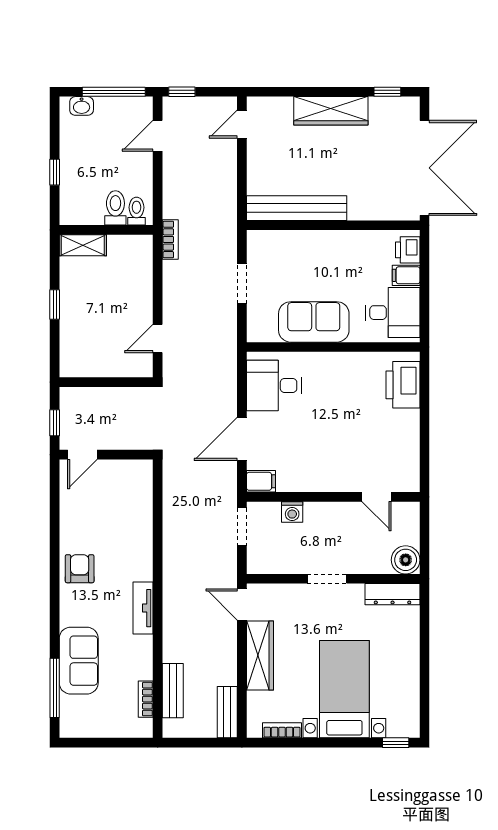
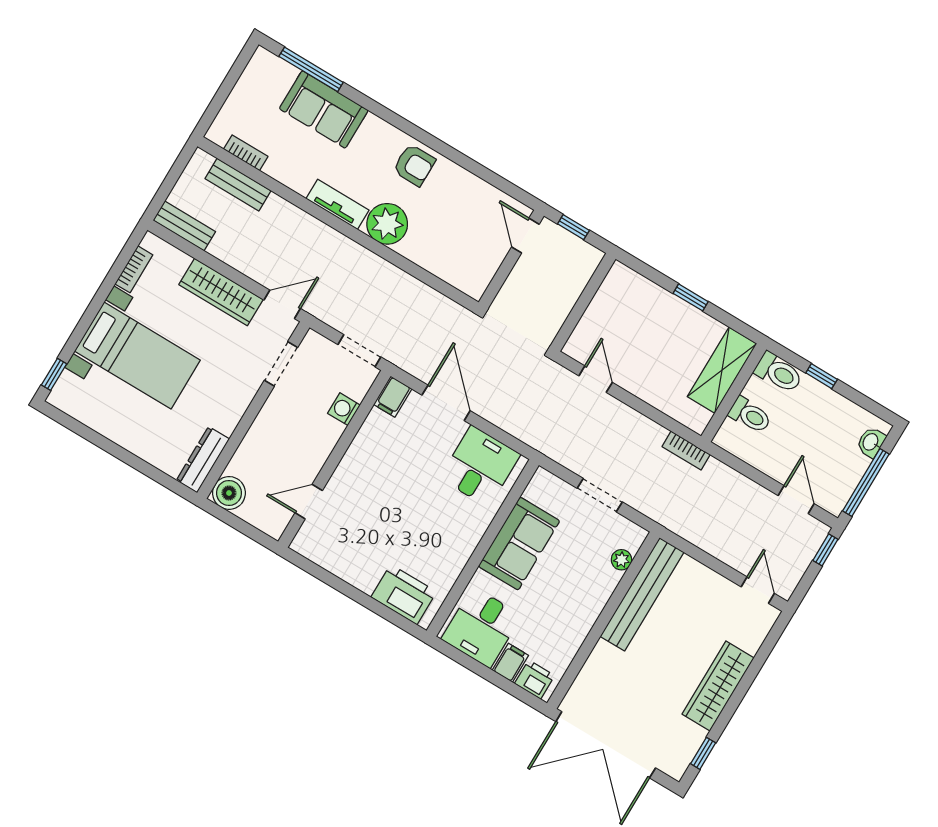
toilet: (137, 211) -> (778, 373), moved, width x1.37, depth x1.39
plant: (280, 239) -> (621, 560), added
shelving: (83, 245) -> (722, 370), width x1.50, depth x1.33
plant: (135, 562) -> (387, 224), added
doorway: (327, 579) -> (281, 364), moved

